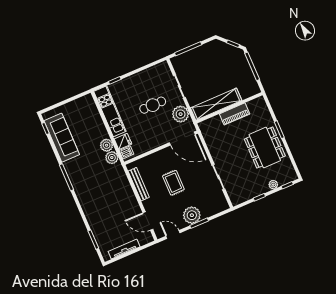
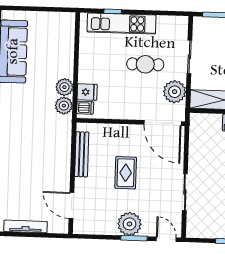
kitchen unit: (110, 111) -> (122, 24), moved, turned 90
door: (173, 234) -> (166, 239), moved

